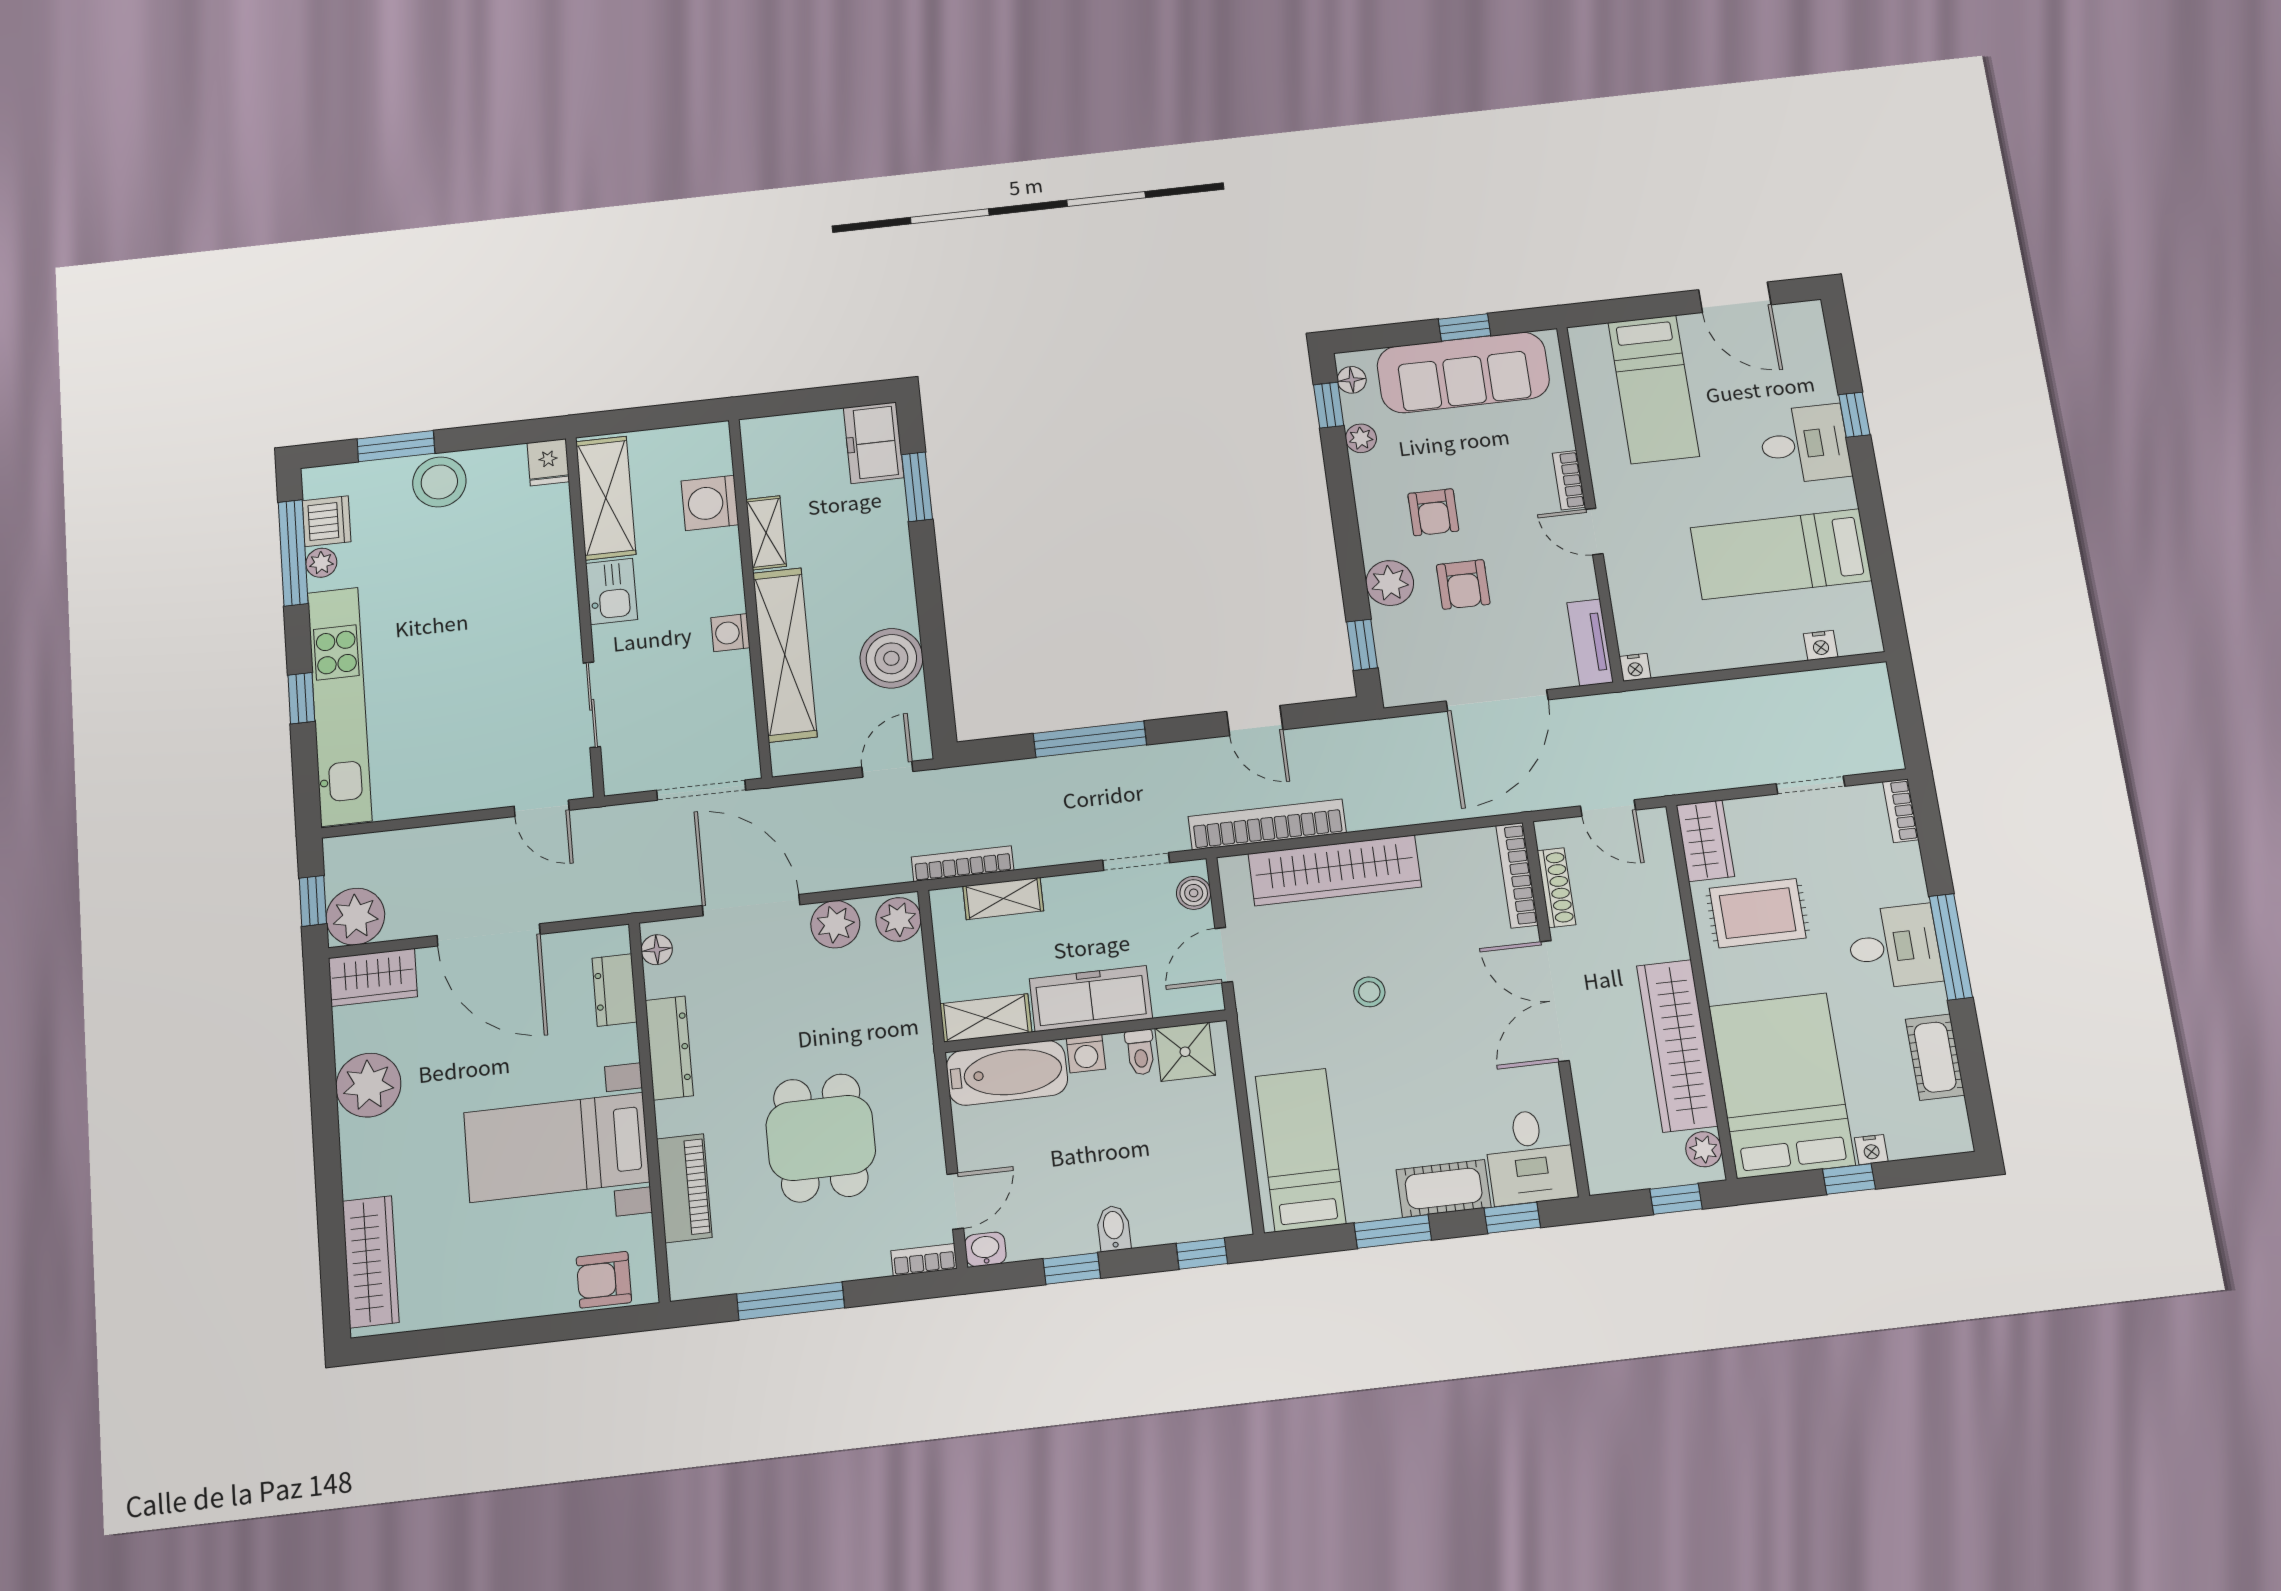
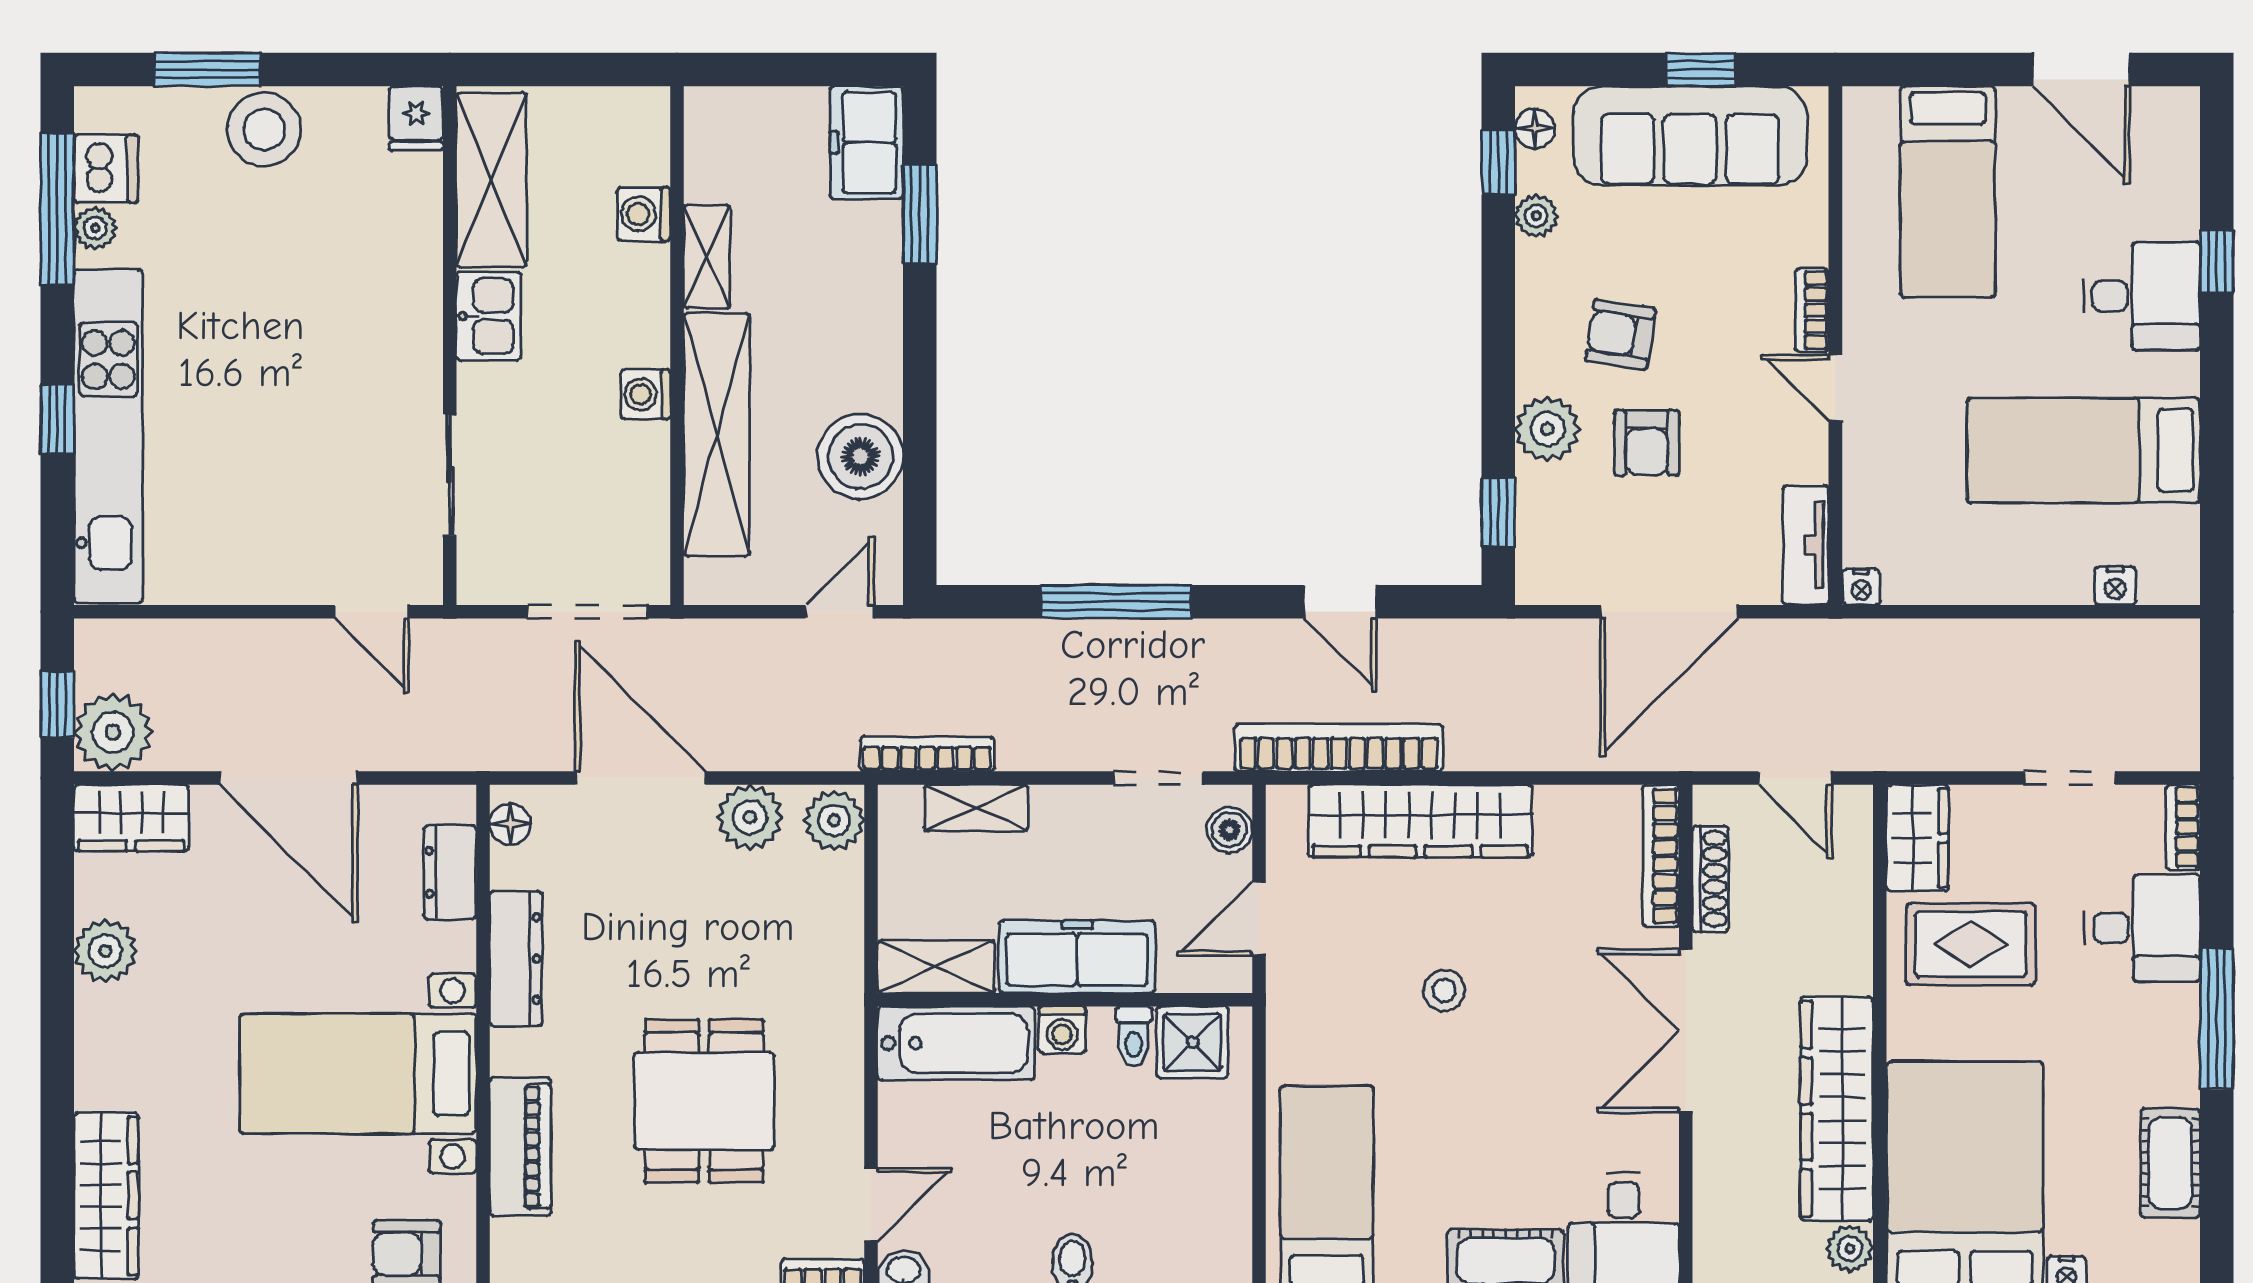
washing machine: (710, 503) -> (644, 214), width x0.73, depth x0.73
armchair: (1433, 512) -> (1621, 335), turned 99
desk: (1894, 947) -> (2142, 928), moved
plant: (368, 1085) -> (105, 951), width x0.73, depth x0.73

